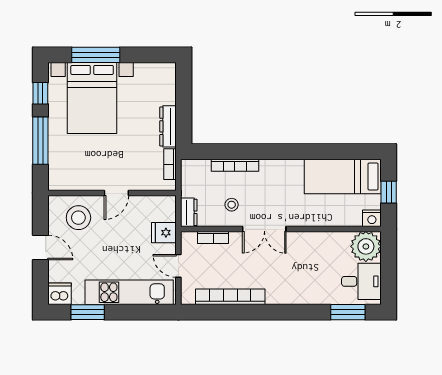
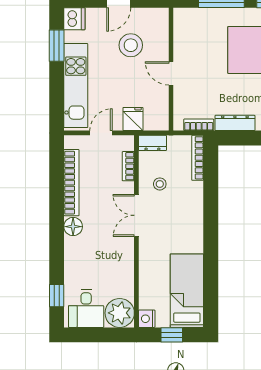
bookcase: (235, 165) -> (198, 158), moved
stool: (78, 218) -> (131, 45), moved
floor lamp: (276, 295) -> (73, 227), added
window: (348, 312) -> (57, 296), width x0.67

